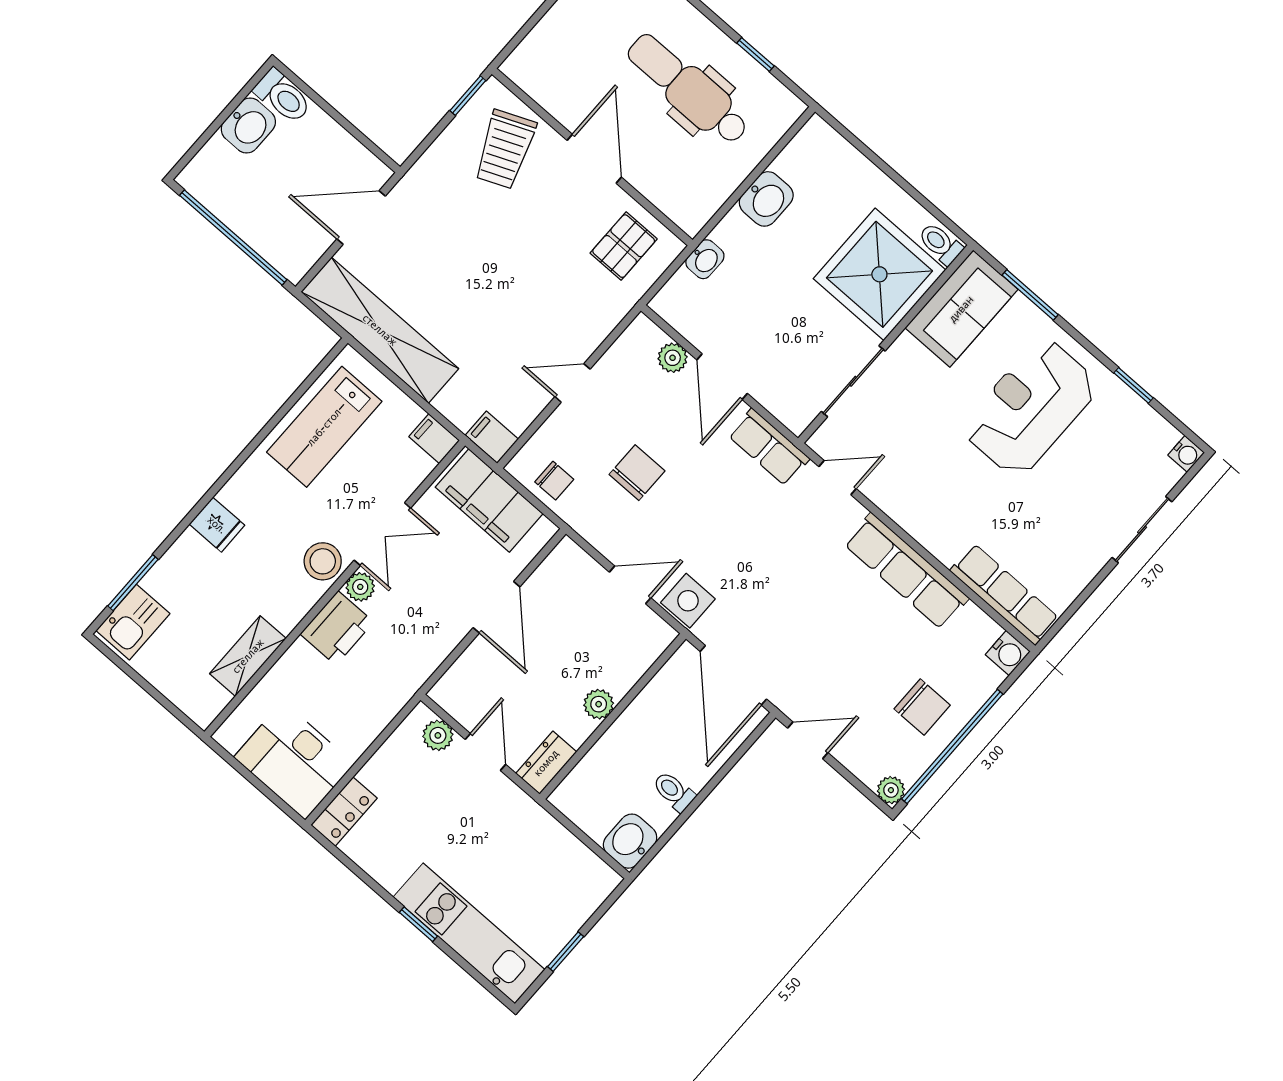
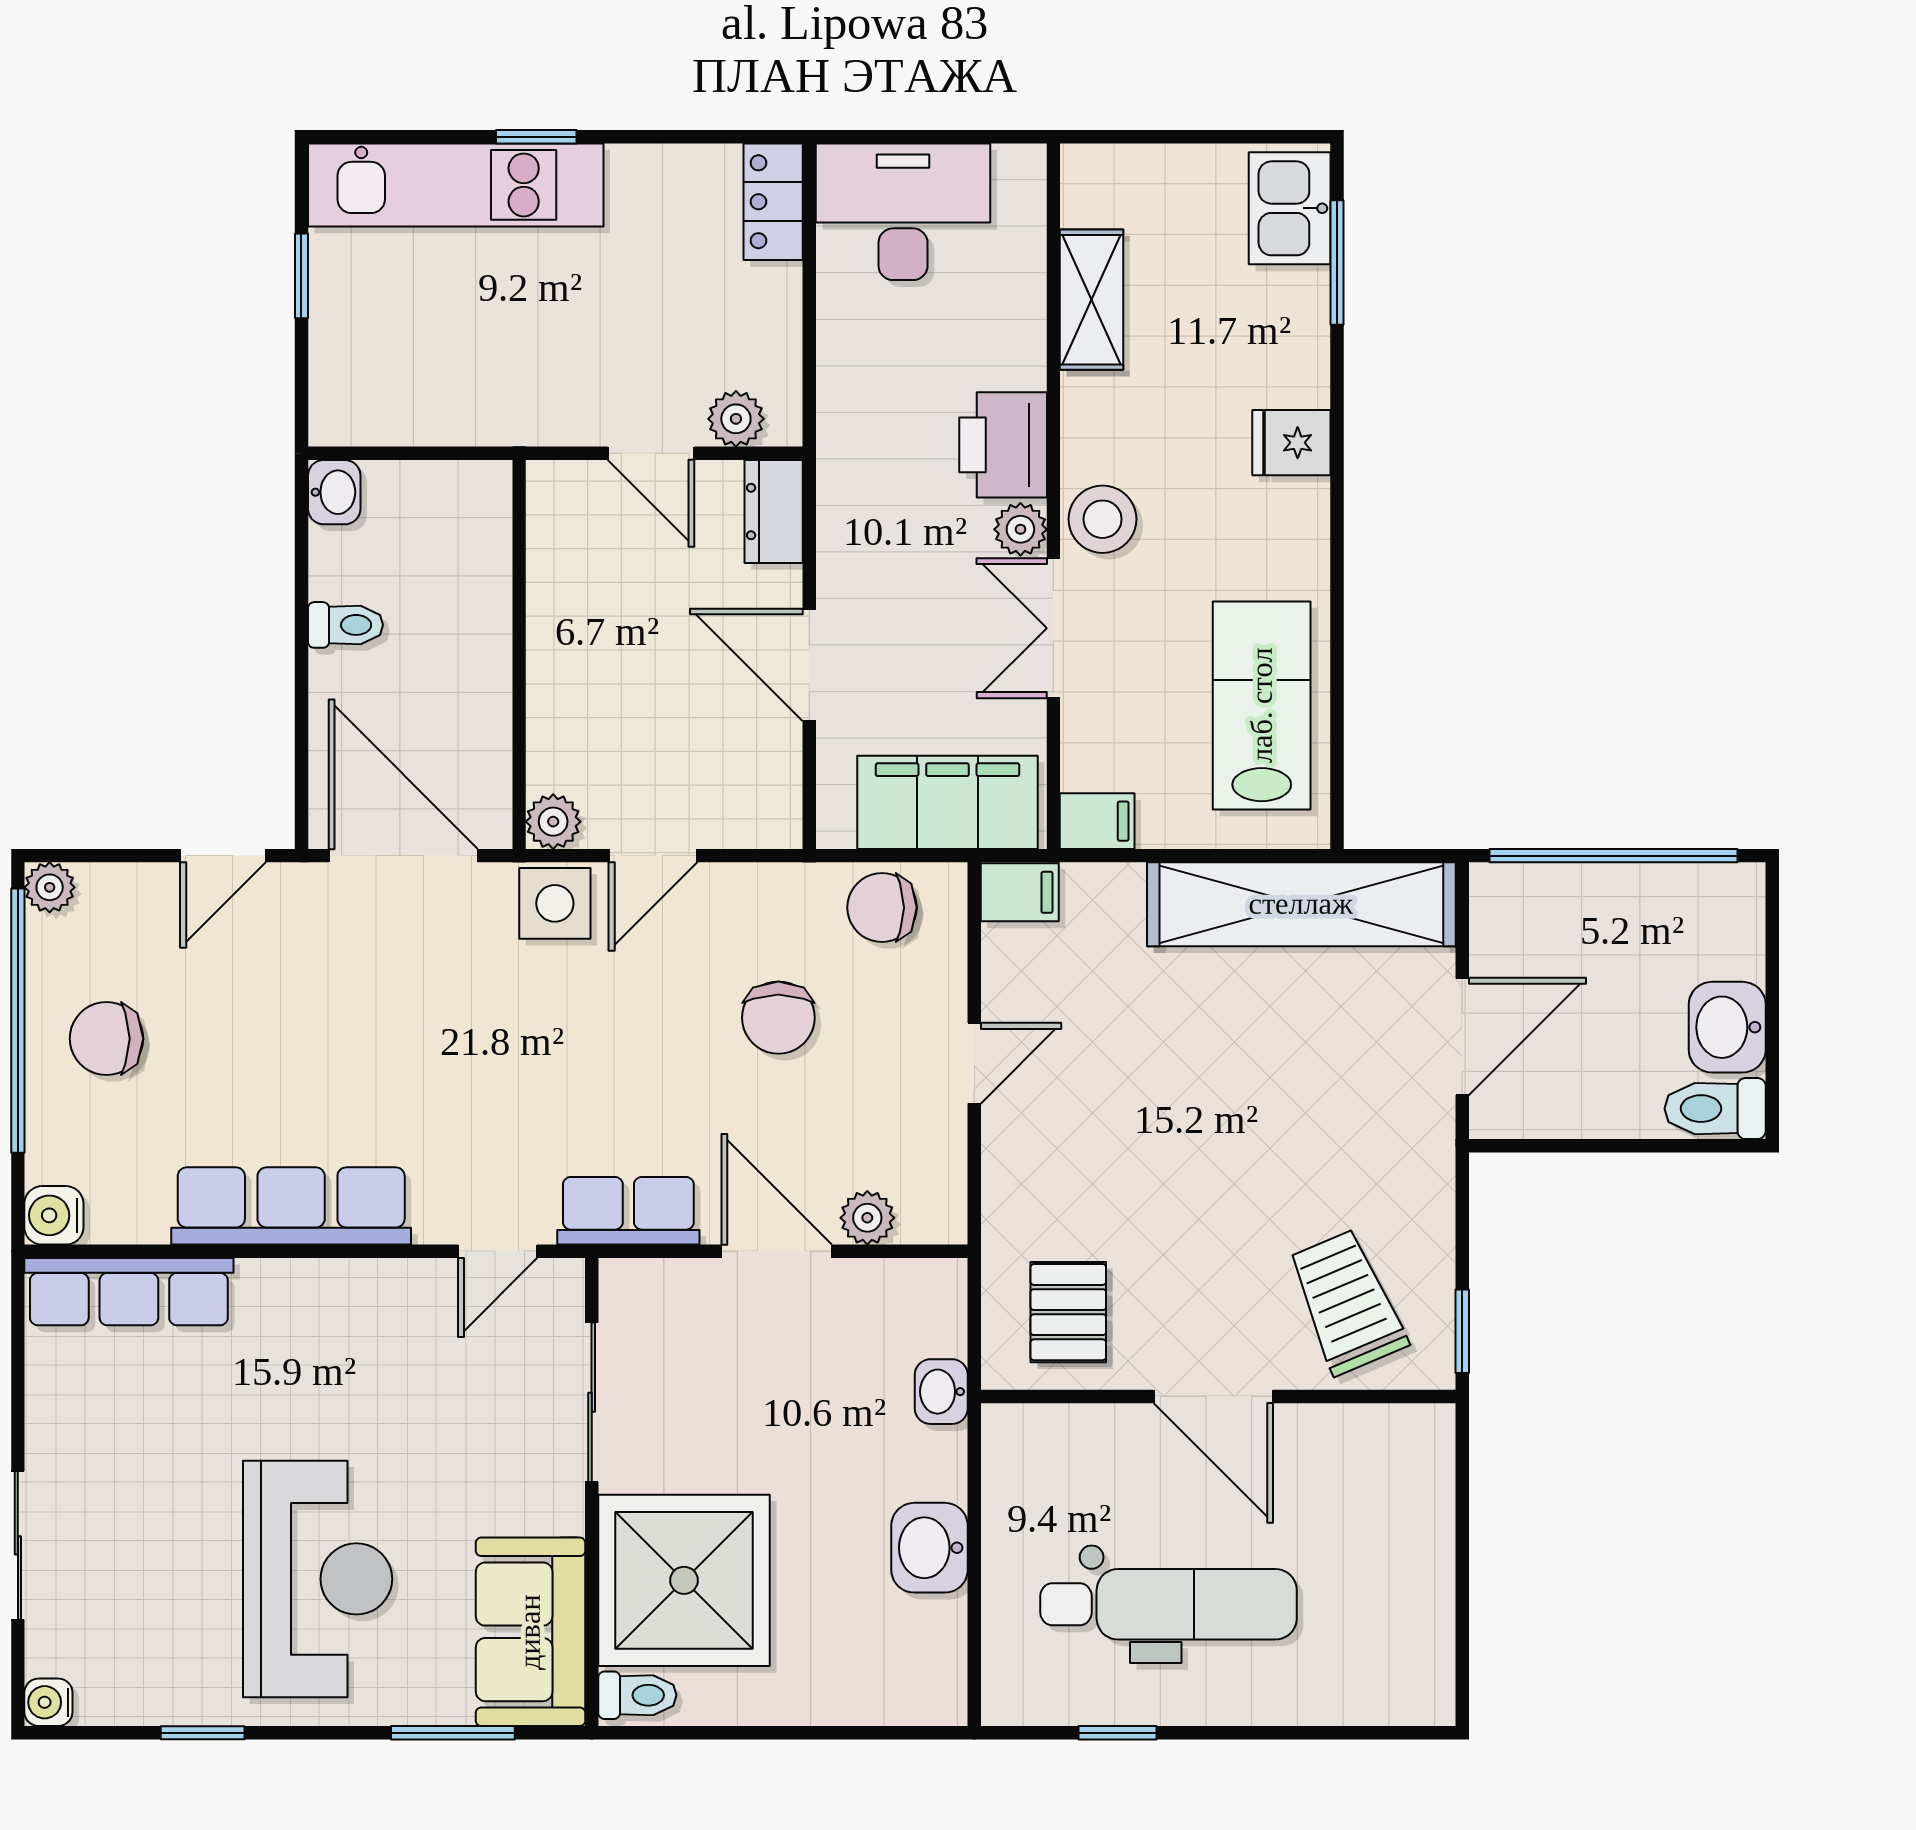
chair: (554, 481) -> (882, 908), width x1.37, depth x1.37
plant: (599, 704) -> (553, 822), moved
dresser: (546, 763) -> (774, 511), moved, turned 180
washbasin: (630, 841) -> (334, 492), width x0.72, depth x0.69

